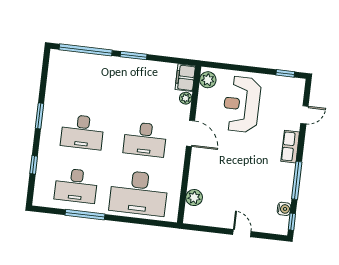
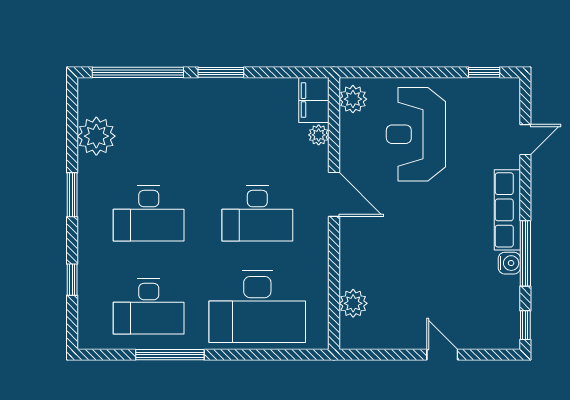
plant: (57, 84) -> (96, 136), added
row of seats: (290, 147) -> (507, 210), width x1.48
water cooler: (284, 209) -> (509, 263), moved

